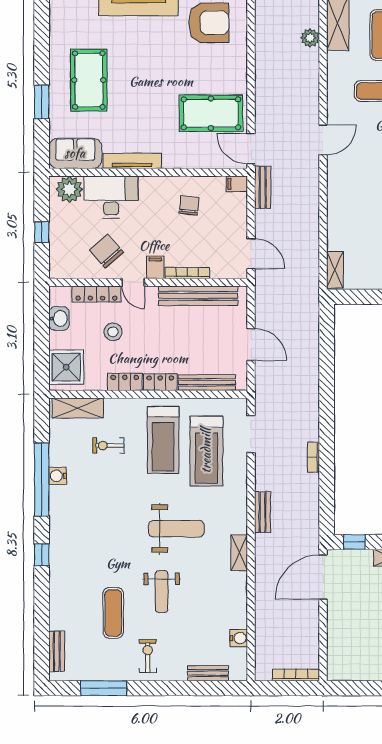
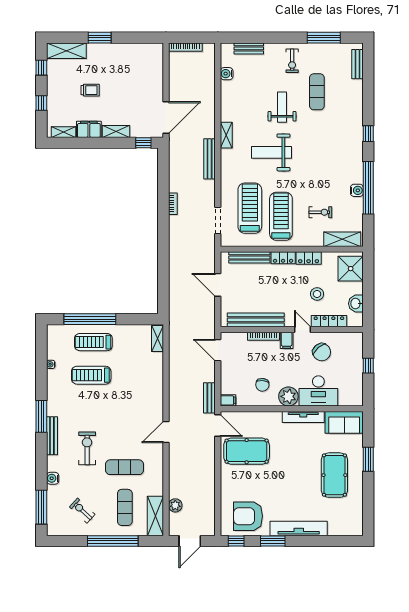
plant: (69, 189) -> (288, 396), moved
bench: (262, 512) -> (210, 159), width x1.36

